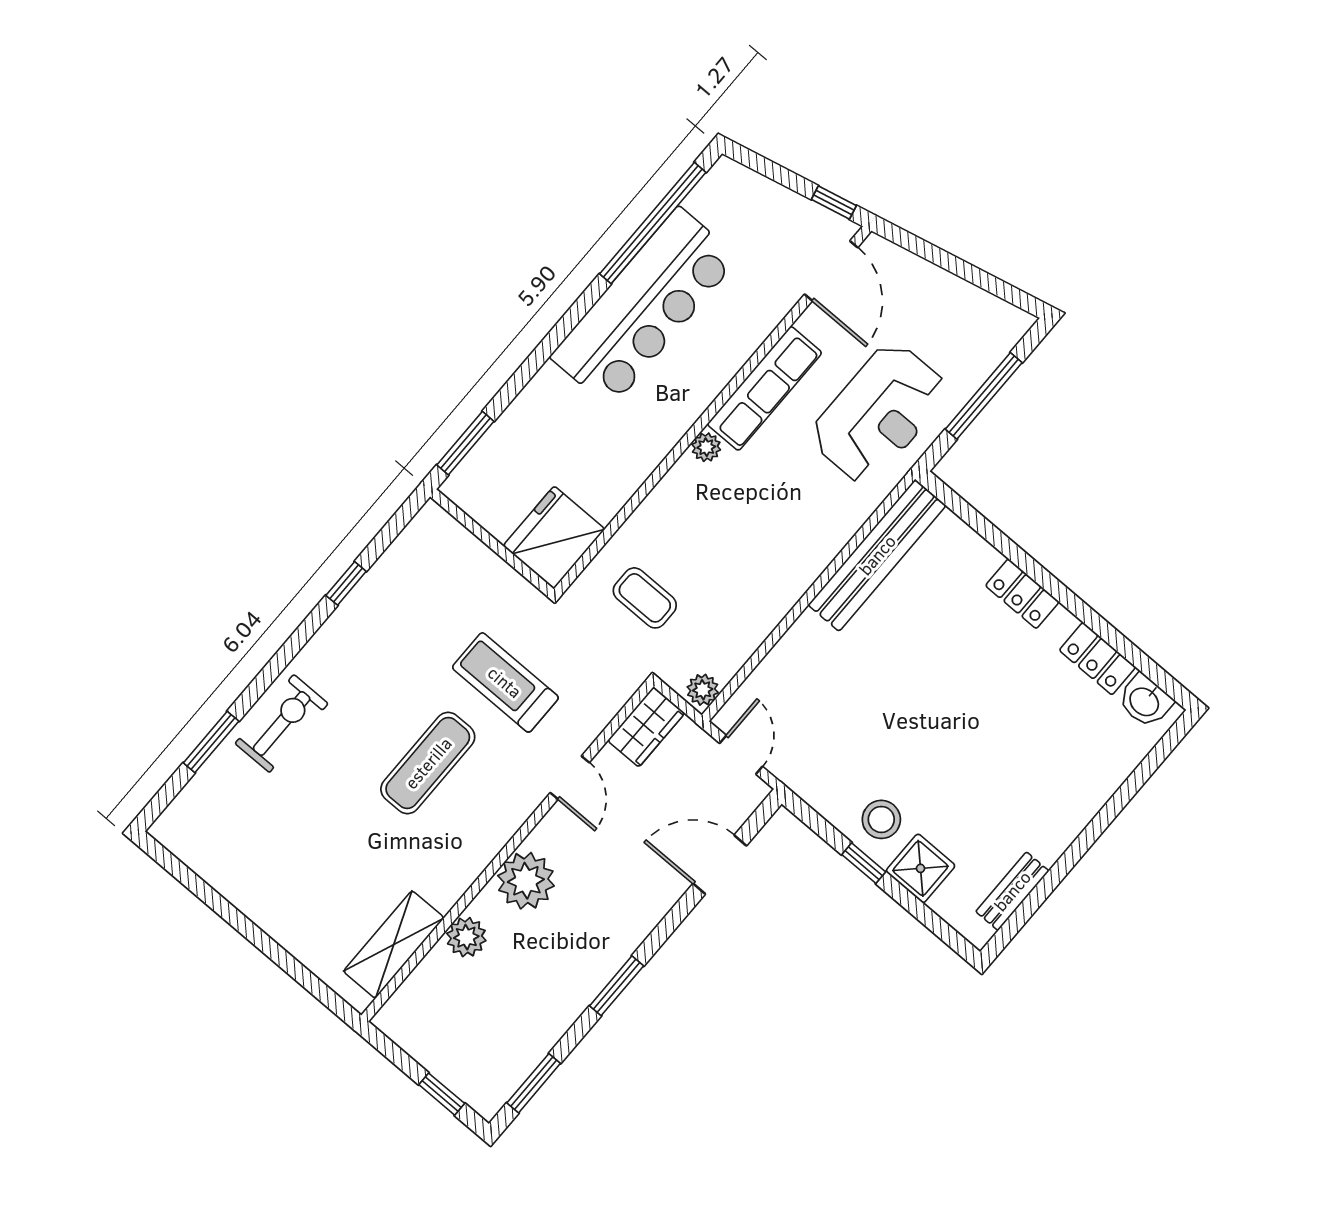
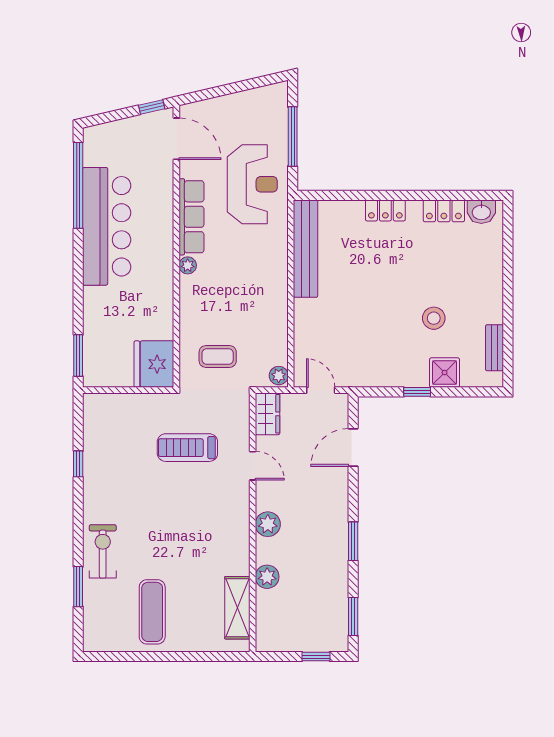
exercise mat: (428, 763) -> (152, 612), moved
stool: (881, 819) -> (434, 318), moved
plant: (526, 881) -> (268, 524), width x0.73, depth x0.73

